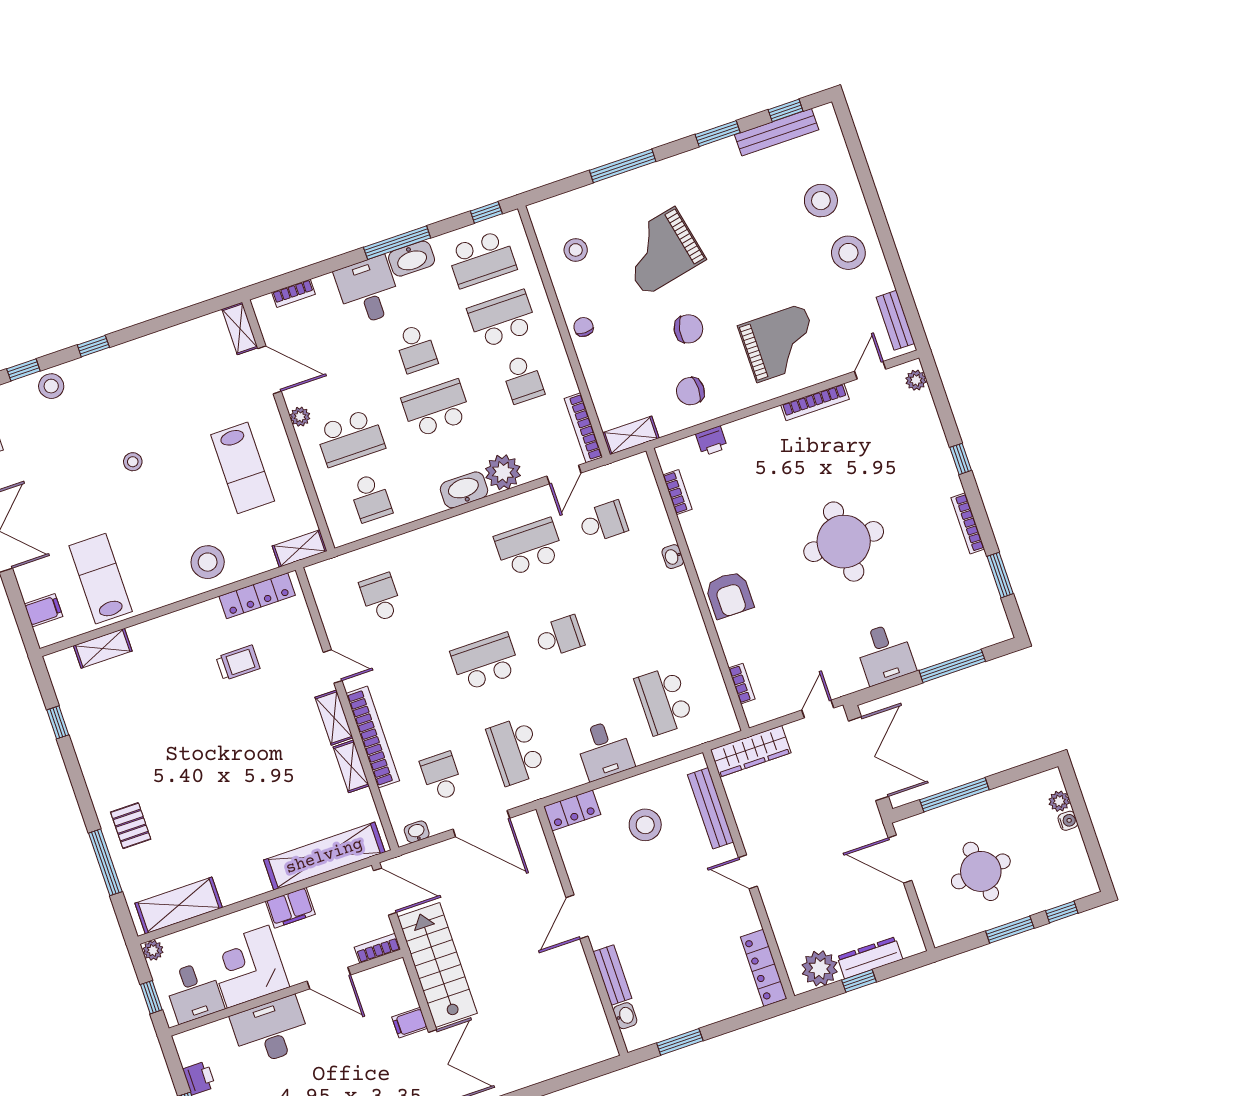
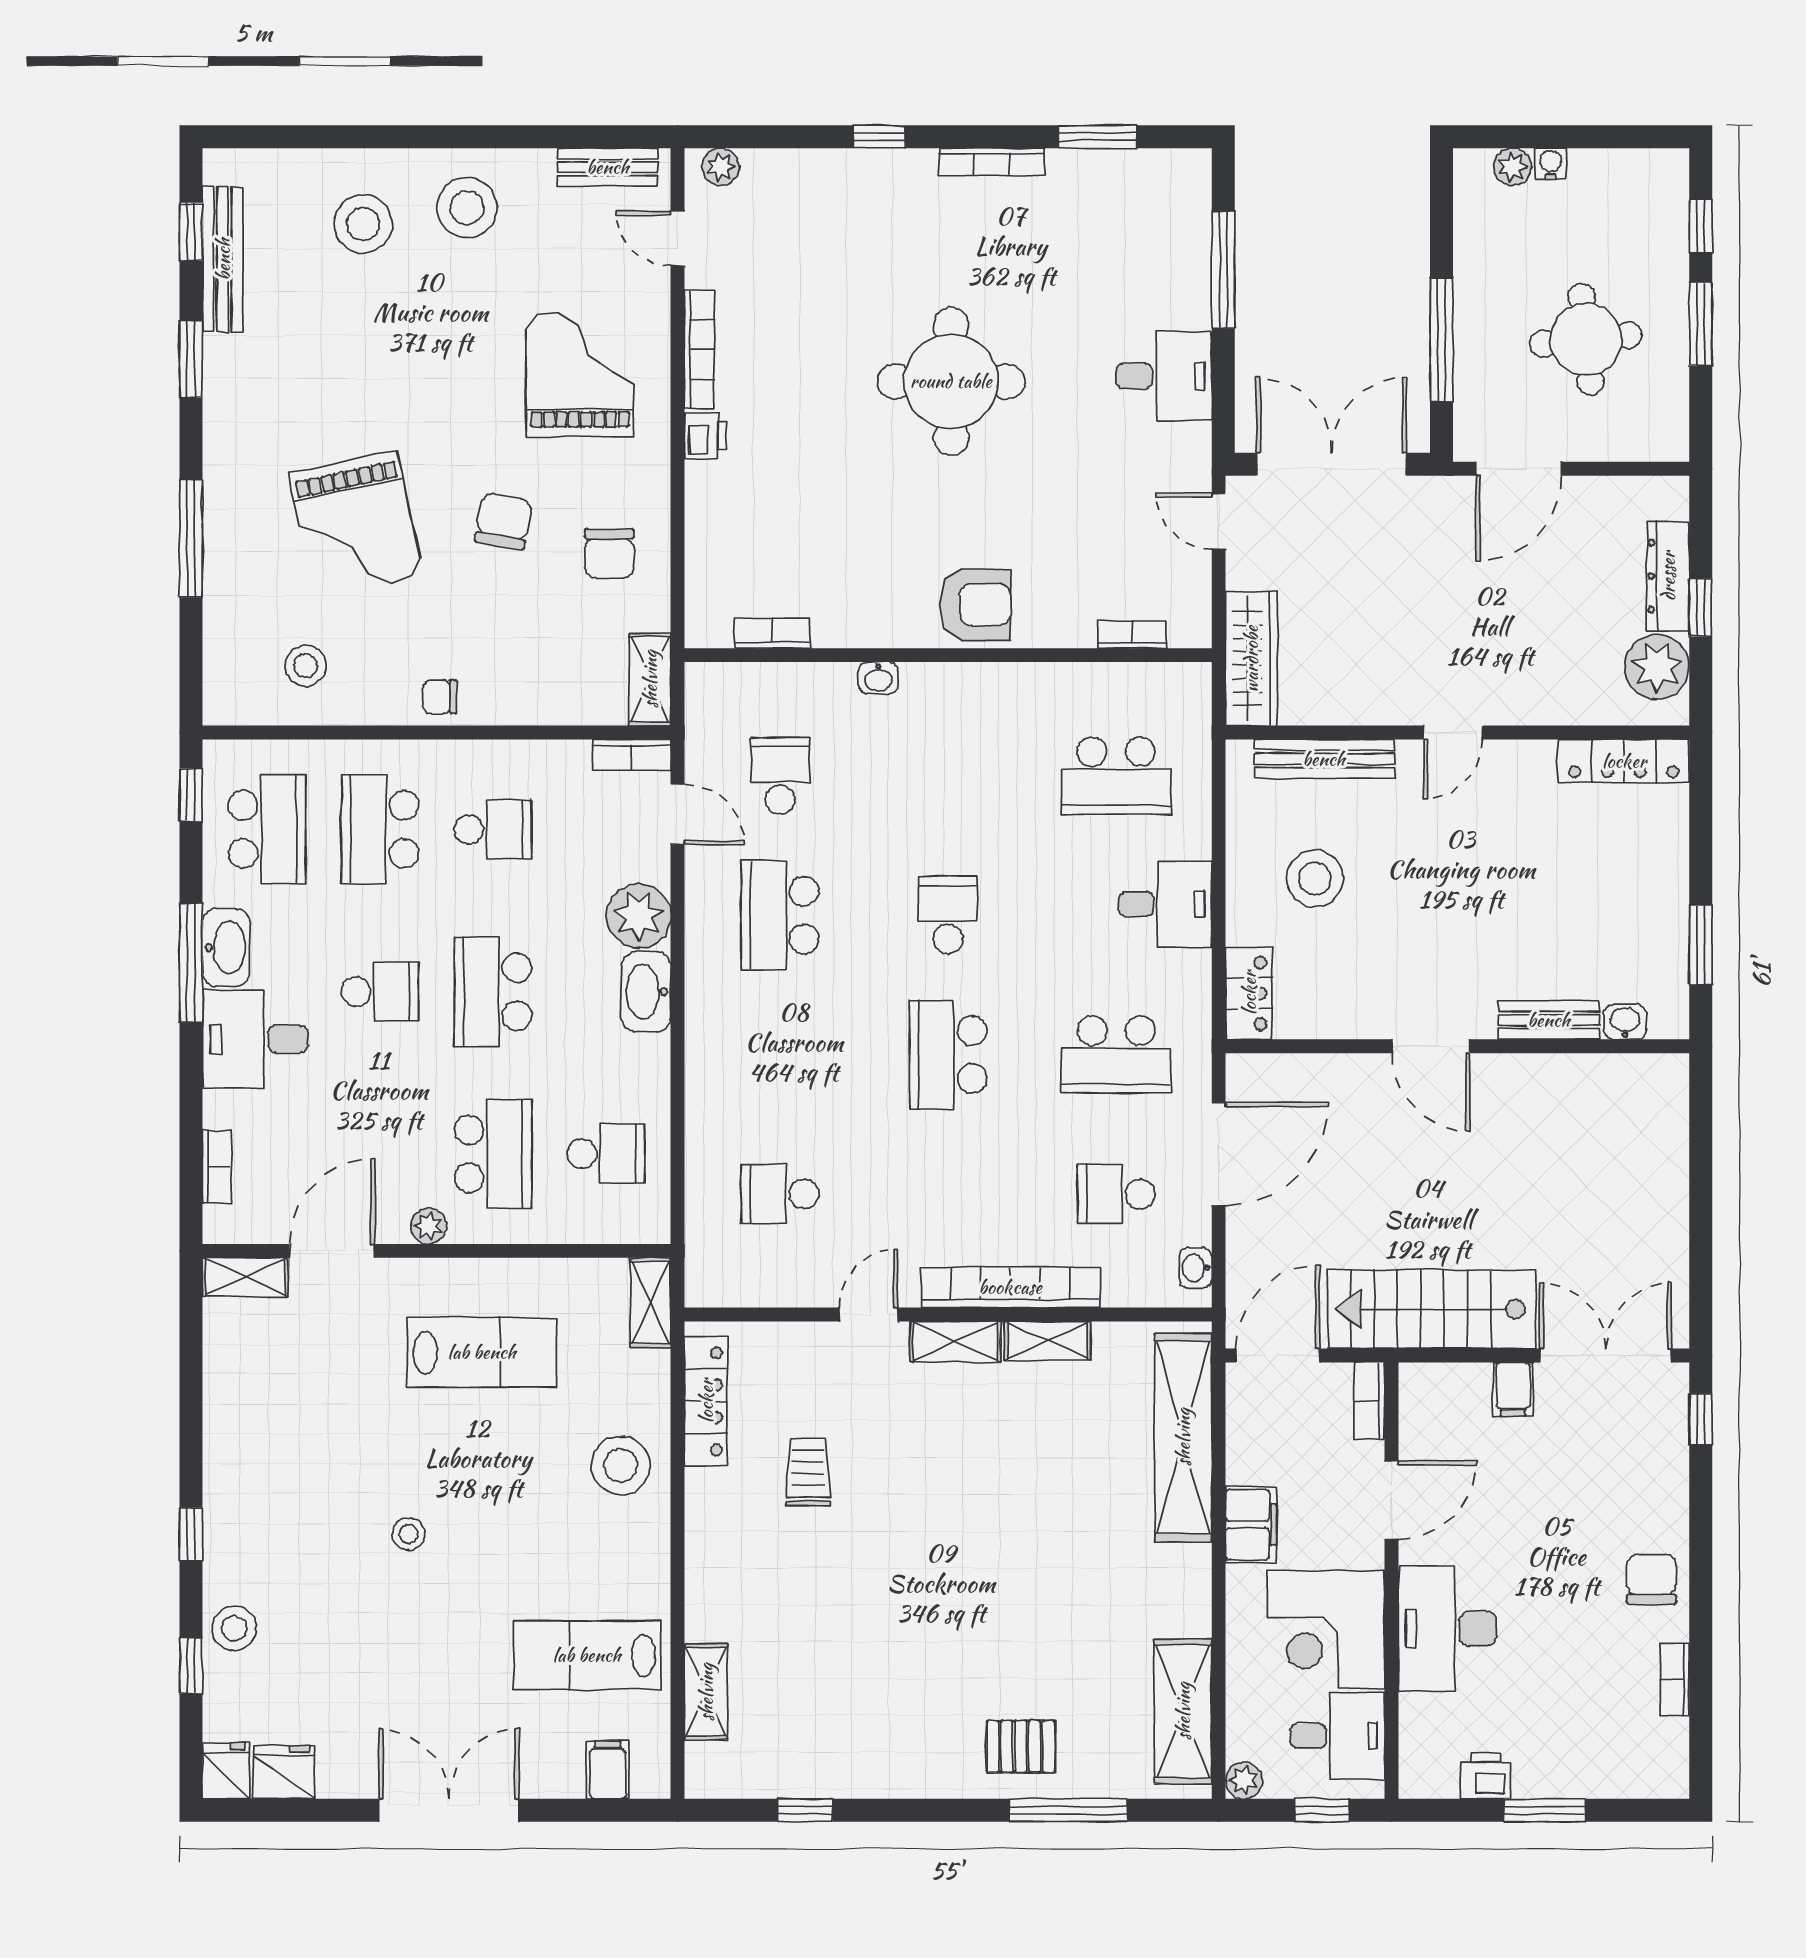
bookcase: (583, 428) -> (632, 755), width x0.64
printer: (712, 441) -> (705, 436), moved

